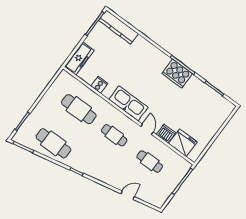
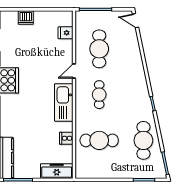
cafe table: (79, 109) -> (99, 140), turned 90
dishwasher: (166, 134) -> (26, 18), moved, turned -90
fridge: (183, 143) -> (66, 33), width x0.53, depth x0.75
cafe table: (150, 162) -> (99, 49), width x1.37, depth x1.35
door: (128, 195) -> (135, 21), moved

